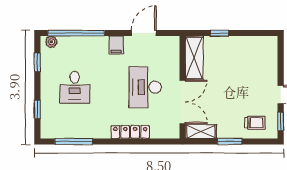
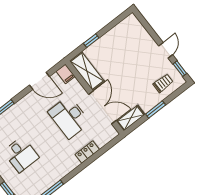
door: (144, 33) -> (39, 81), swing flipped
filing cabinet: (116, 45) -> (66, 74), moved
locker: (130, 132) -> (87, 152), width x0.66

